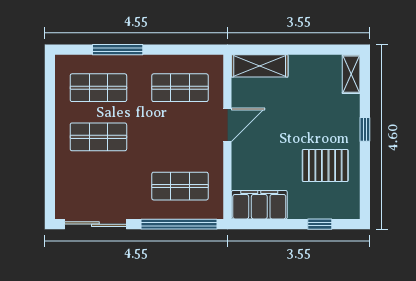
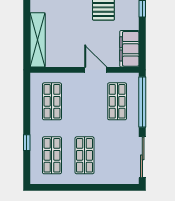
window: (118, 50) -> (27, 143), width x0.46
shelving: (260, 66) -> (38, 40), width x1.47
door: (227, 125) -> (96, 70), moved

